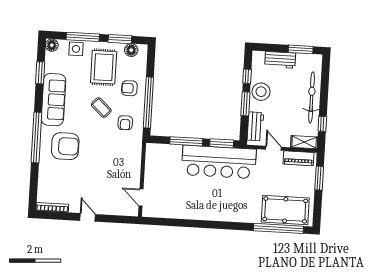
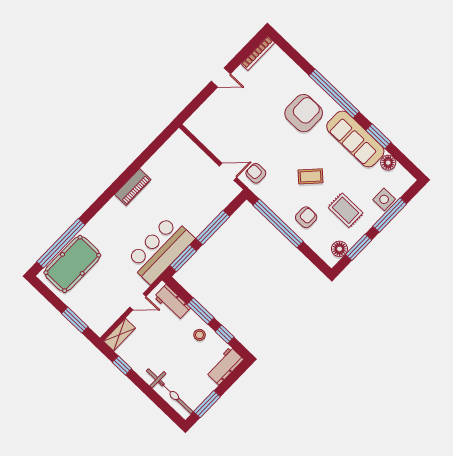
floor lamp: (52, 45) -> (388, 163), moved
workbench: (280, 60) -> (225, 366), moved
rug: (104, 67) -> (346, 210), width x0.73, depth x0.70
window: (40, 73) -> (378, 136), moved
stool: (261, 92) -> (200, 335), width x0.53, depth x0.53
bicycle: (312, 98) -> (170, 391), moved
armchair: (125, 123) -> (256, 173), moved
armchair: (65, 146) -> (304, 113), turned 180
piano: (298, 158) -> (133, 187), moved, turned 180
bar counter: (219, 162) -> (160, 250), width x0.73
door: (141, 198) -> (228, 172), moved

